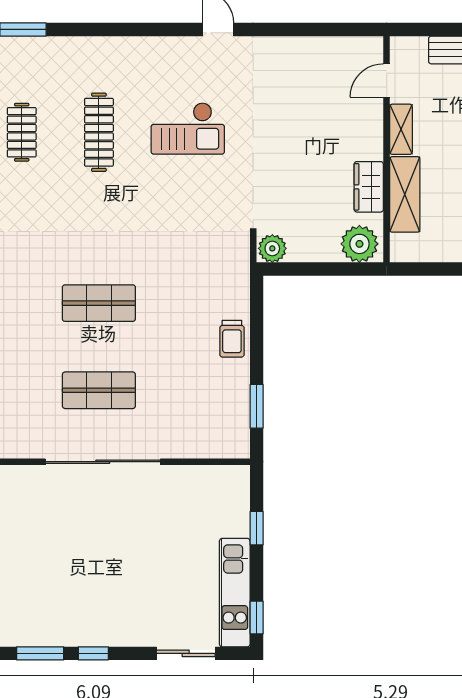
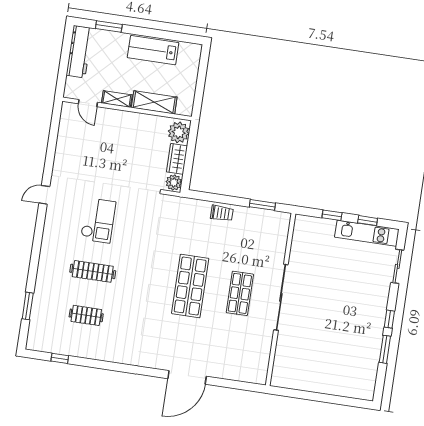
wardrobe: (369, 187) -> (177, 159), moved, turned 90
shop shelf: (99, 303) -> (190, 286), width x1.43, depth x1.36
window: (257, 618) -> (368, 221), moved

